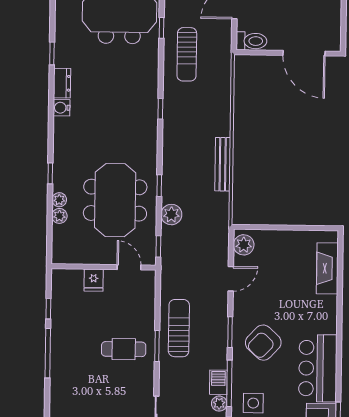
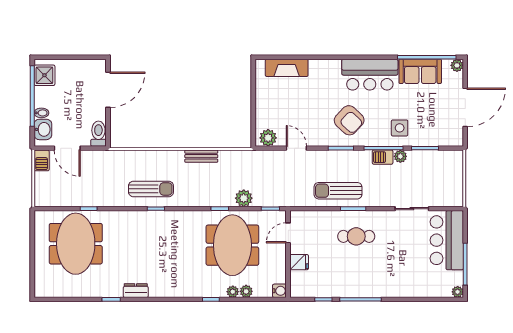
sun lounger: (187, 54) -> (151, 189), moved
water cooler: (62, 108) -> (279, 291), moved, turned -90
bench: (223, 164) -> (201, 156), width x0.73
meeting table: (115, 200) -> (232, 245), turned 90
cafe table: (124, 349) -> (356, 236), turned 90

